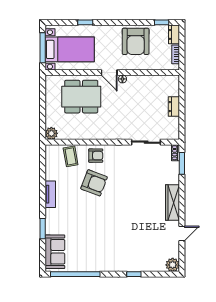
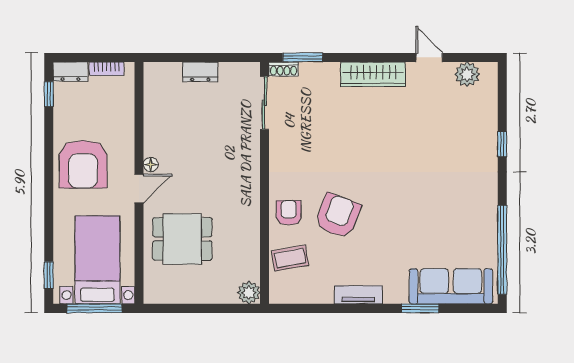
window: (85, 22) -> (49, 275), moved
armchair: (136, 41) -> (83, 164), moved, turned 90
dining table: (81, 97) -> (182, 239), width x0.73
sliding door: (146, 142) -> (265, 103), moved
sofa: (55, 252) -> (451, 286), width x1.36
plant: (173, 265) -> (467, 74), moved

